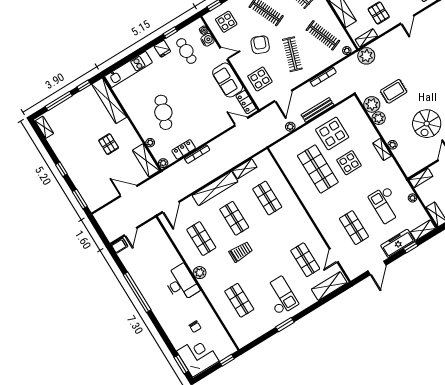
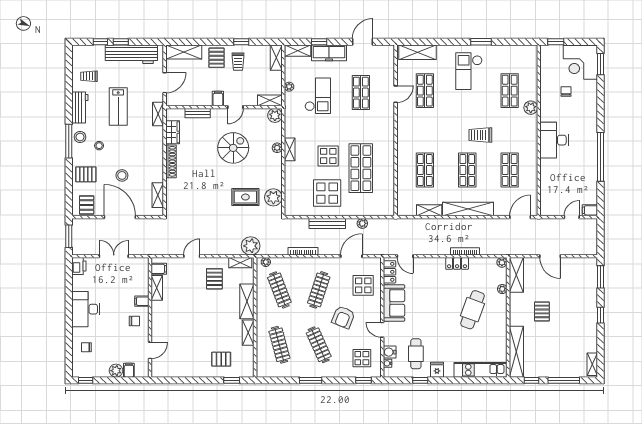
plant: (379, 118) -> (275, 115), moved
locker: (184, 149) -> (457, 263), moved
door: (334, 256) -> (396, 94), moved
plant: (200, 273) -> (531, 108), moved

